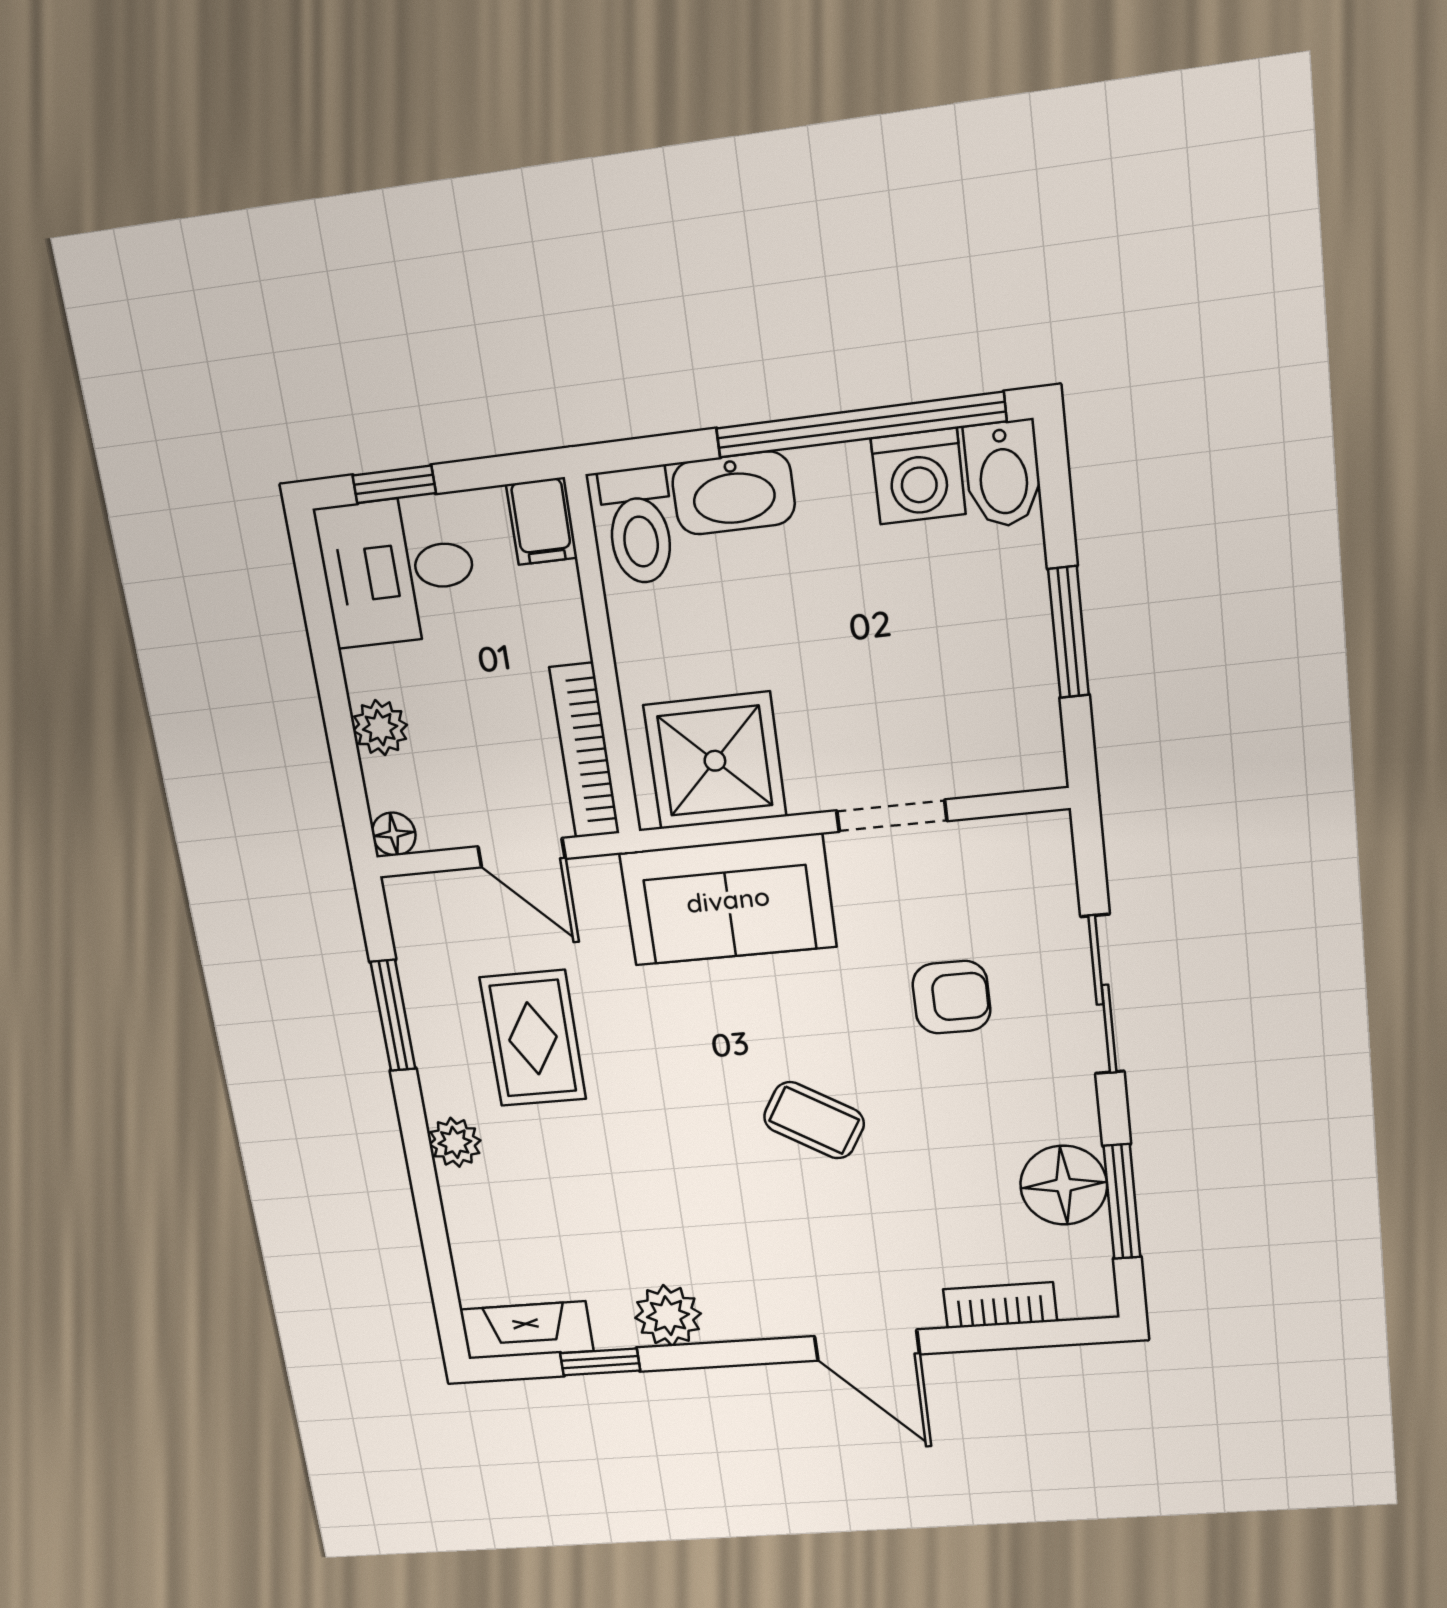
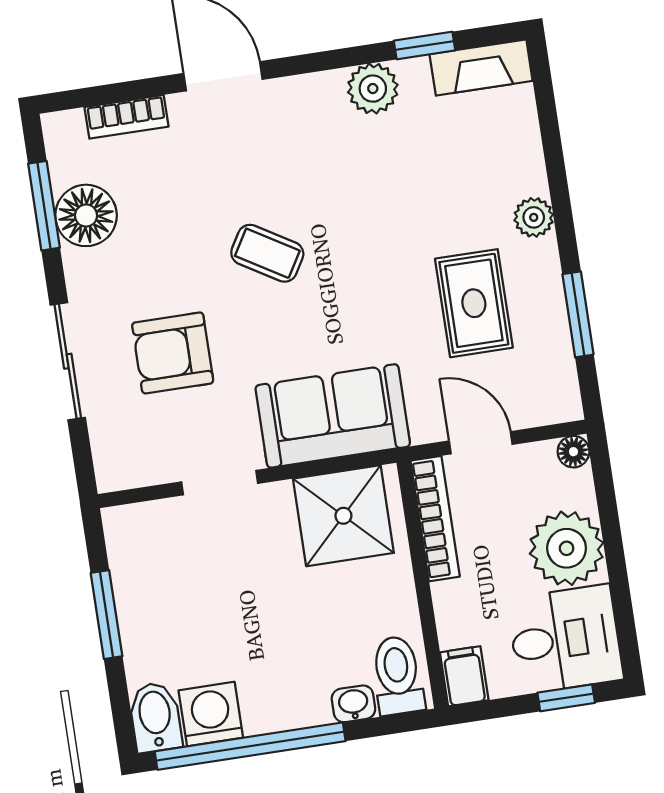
washbasin: (734, 493) -> (353, 704), width x0.52, depth x0.69
plant: (380, 728) -> (567, 548), width x1.87, depth x1.87
armchair: (951, 997) -> (173, 353), width x1.38, depth x1.38

